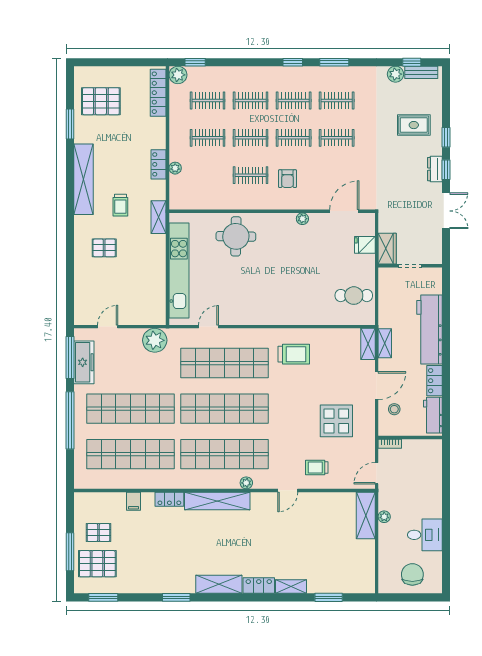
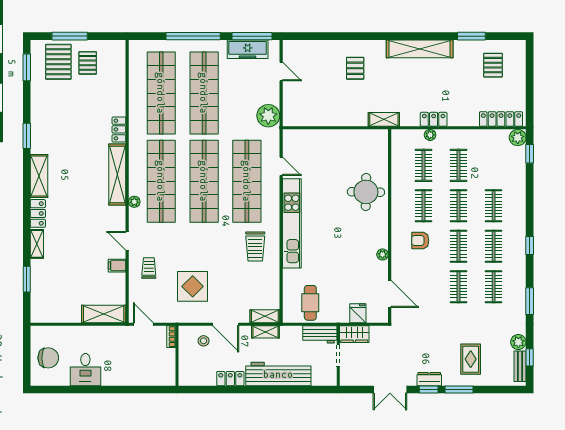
window: (334, 62) -> (530, 301), moved
pallet: (101, 101) -> (493, 65), width x0.67, depth x0.71
clothes rail: (208, 101) -> (423, 165), moved
window: (446, 137) -> (459, 390), width x1.50
trolley: (120, 205) -> (395, 84), removed
kitchen unit: (179, 271) -> (292, 223), moved, turned -90
workbench: (433, 415) -> (320, 334), moved, turned 180
filing cabinet: (134, 501) -> (117, 266), moved
plant: (384, 517) -> (102, 331), removed

